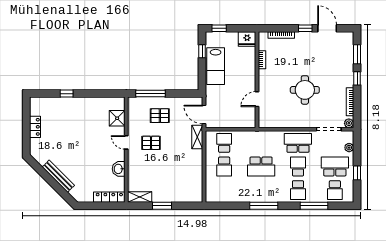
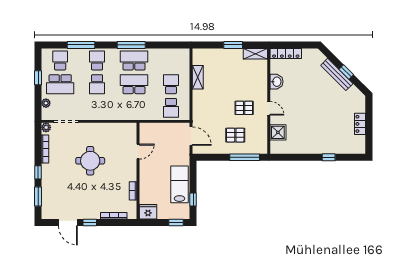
shelving: (197, 137) -> (198, 77), moved
school desk: (298, 143) -> (134, 61), moved, turned 180
window: (49, 179) -> (346, 72), added

